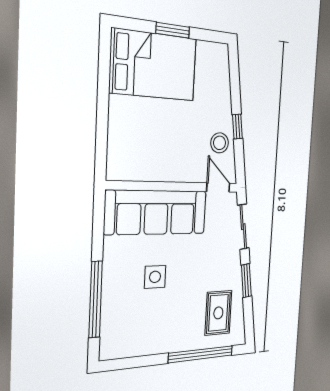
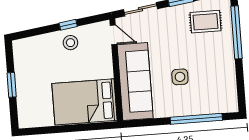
bed: (153, 65) -> (84, 102), moved, turned -90
stool: (220, 143) -> (70, 43), moved
door: (218, 187) -> (113, 35), swing flipped

